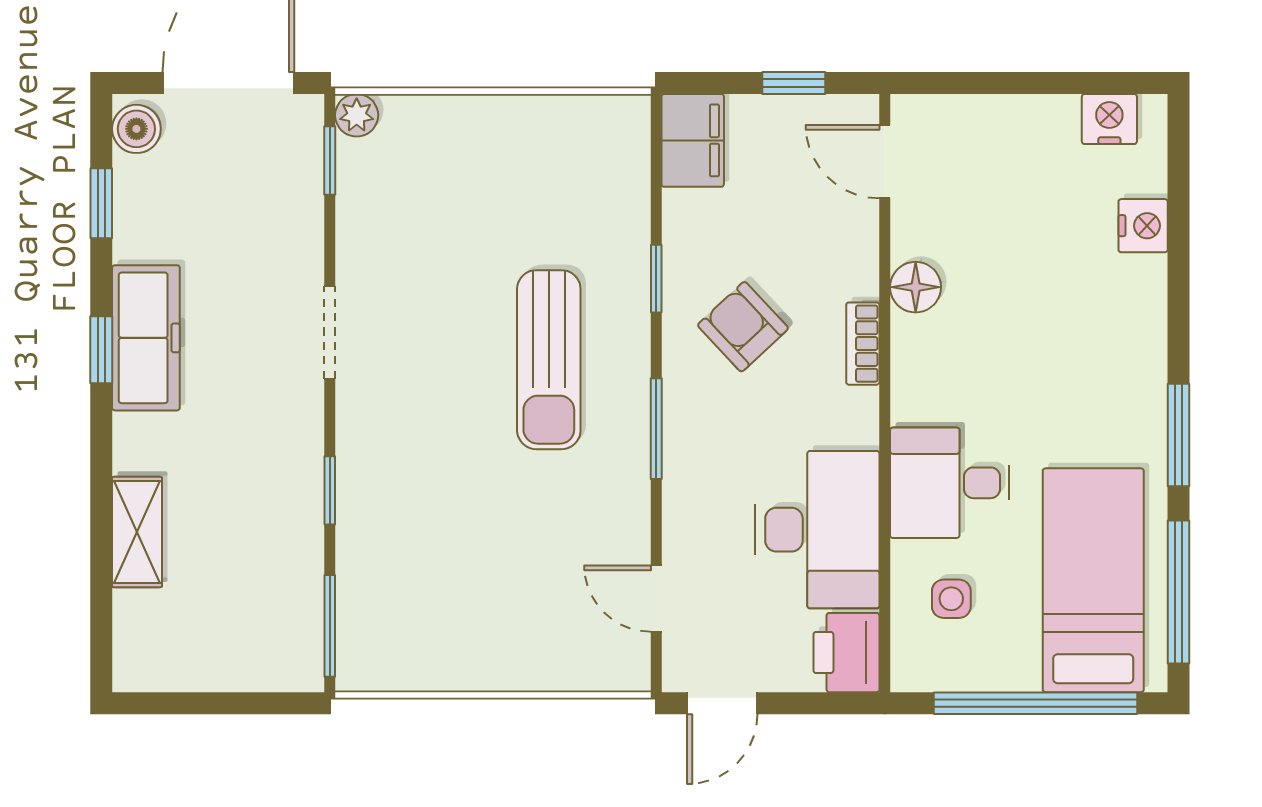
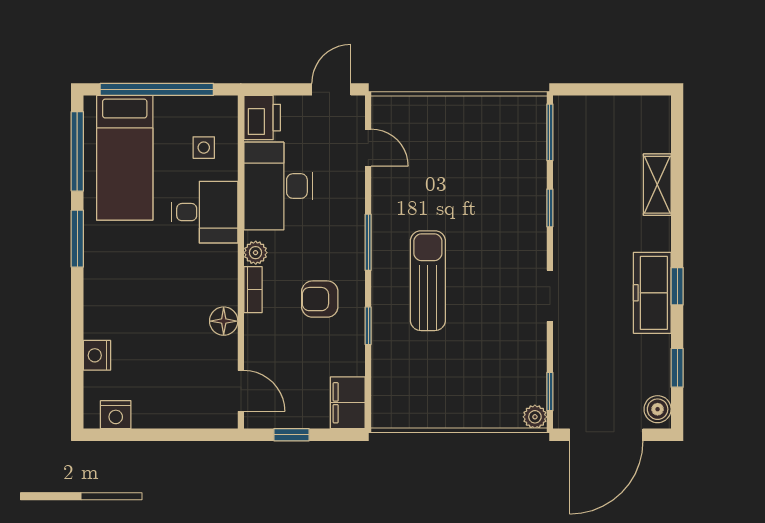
armchair: (743, 327) -> (320, 299), turned 133
plant: (858, 410) -> (256, 253), added

